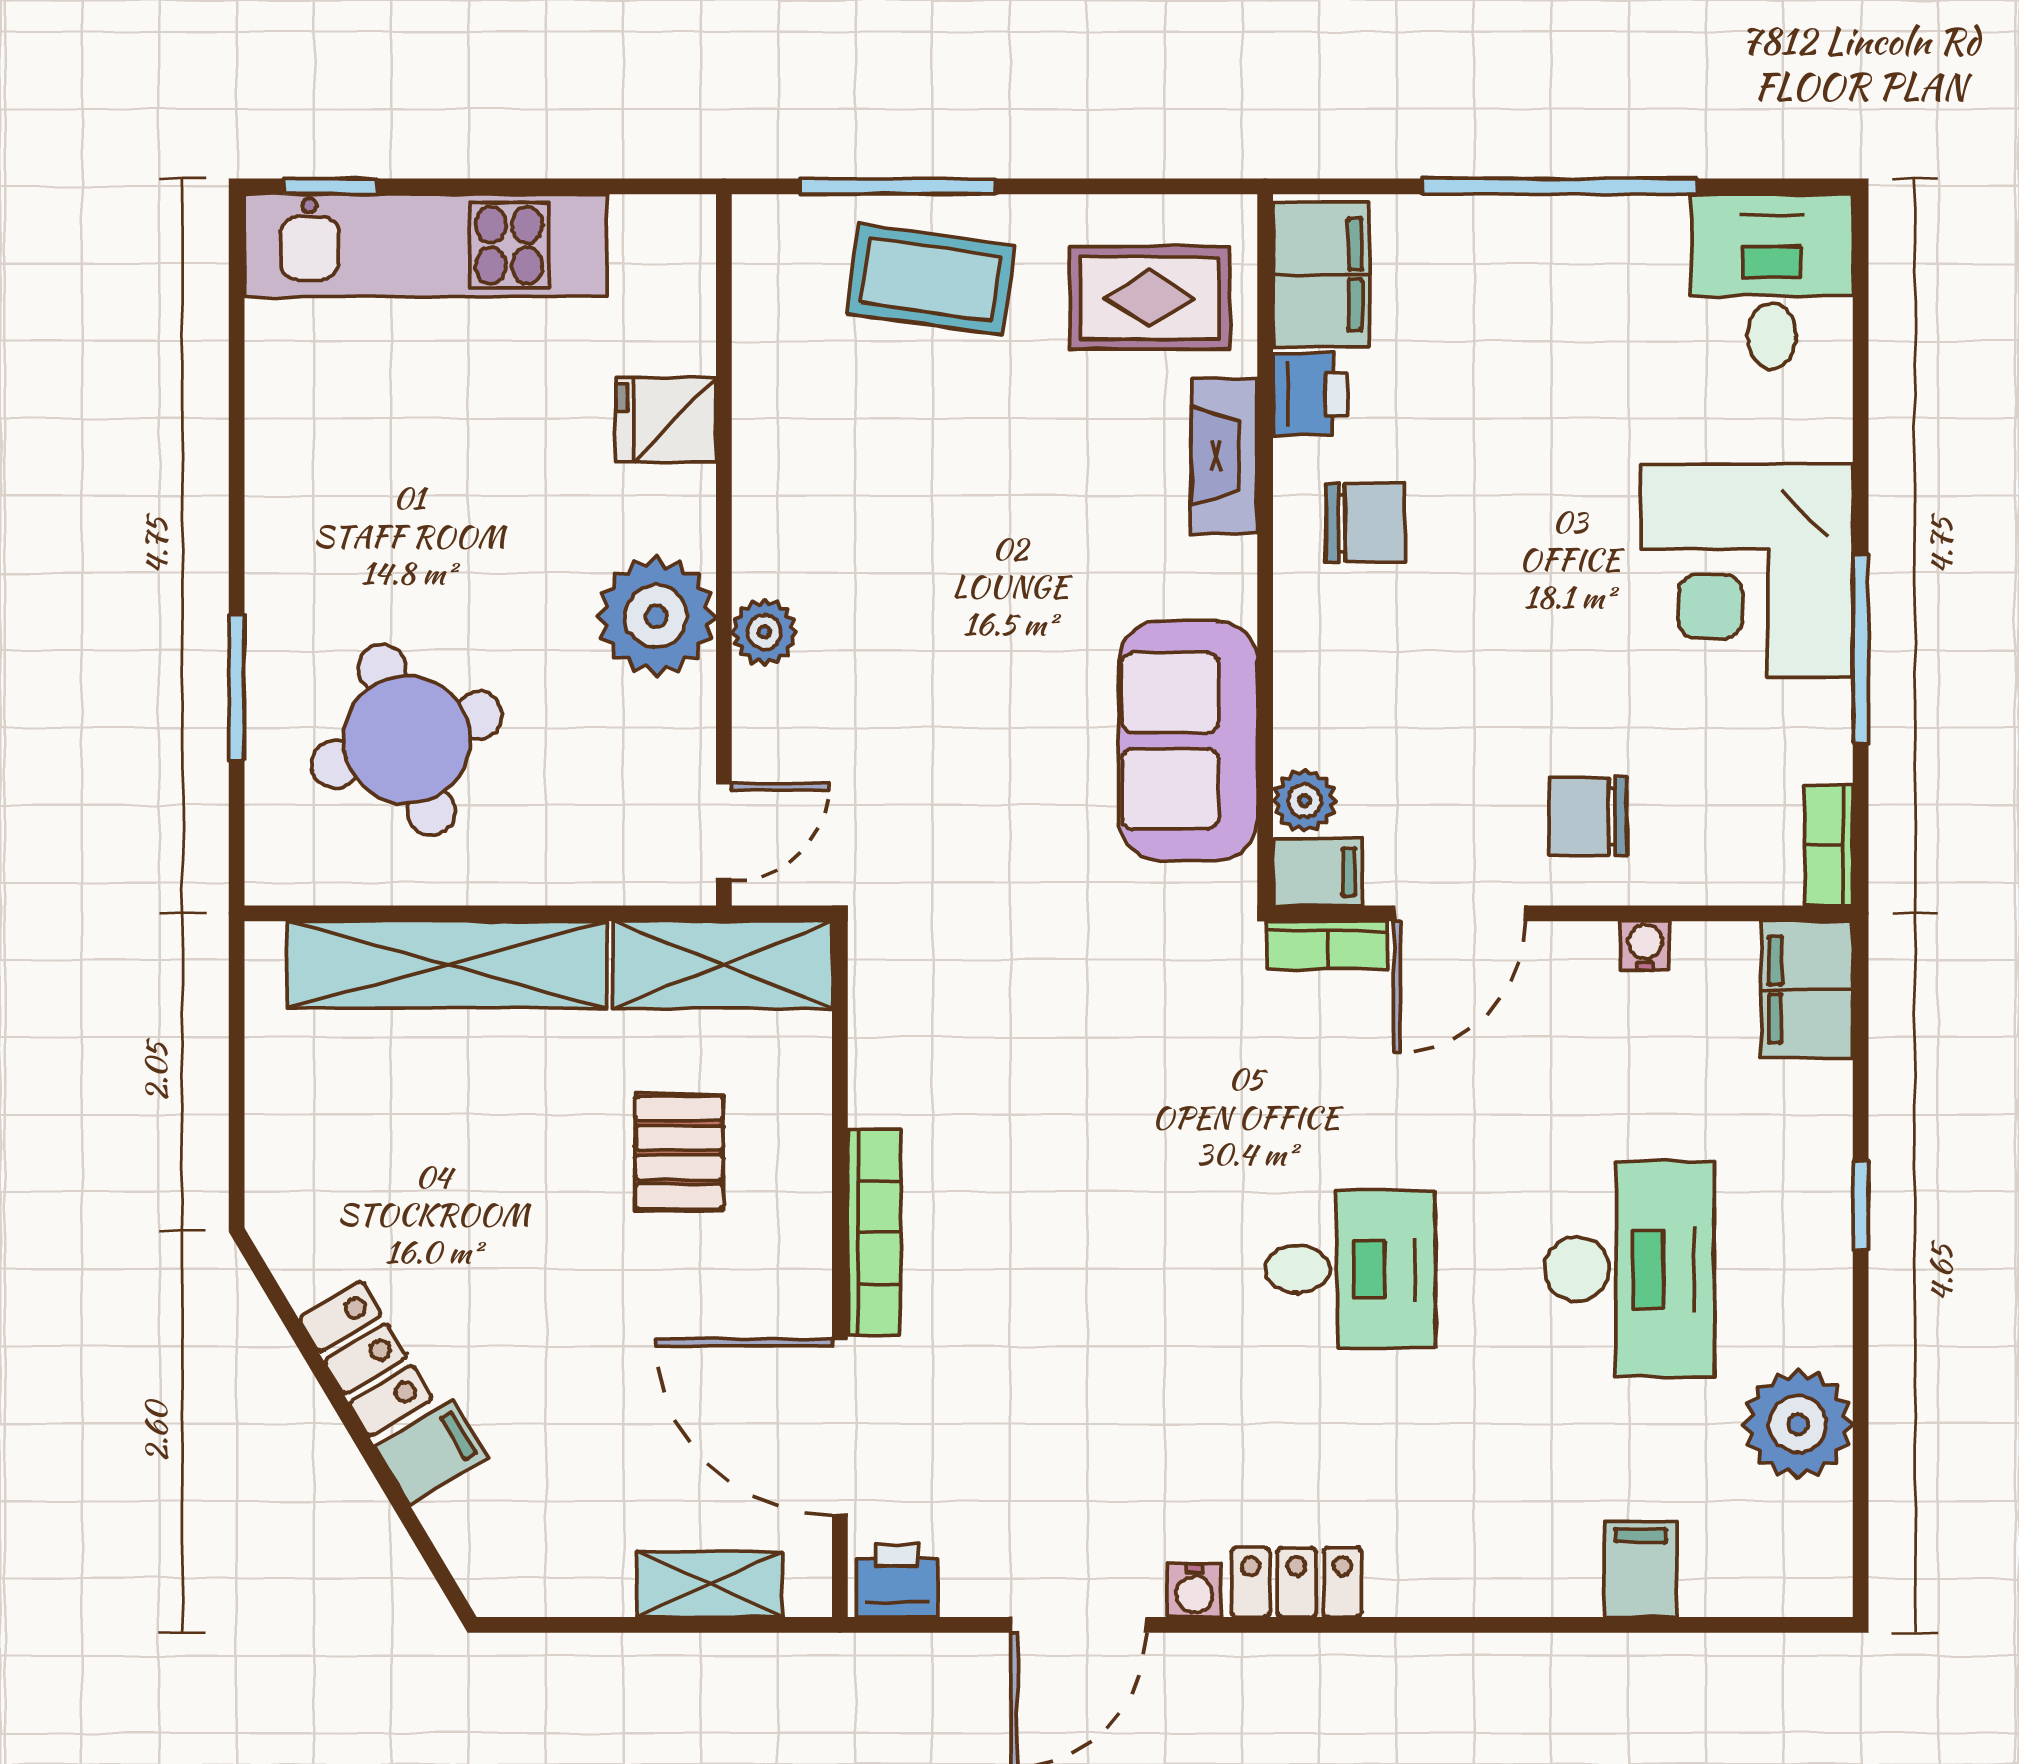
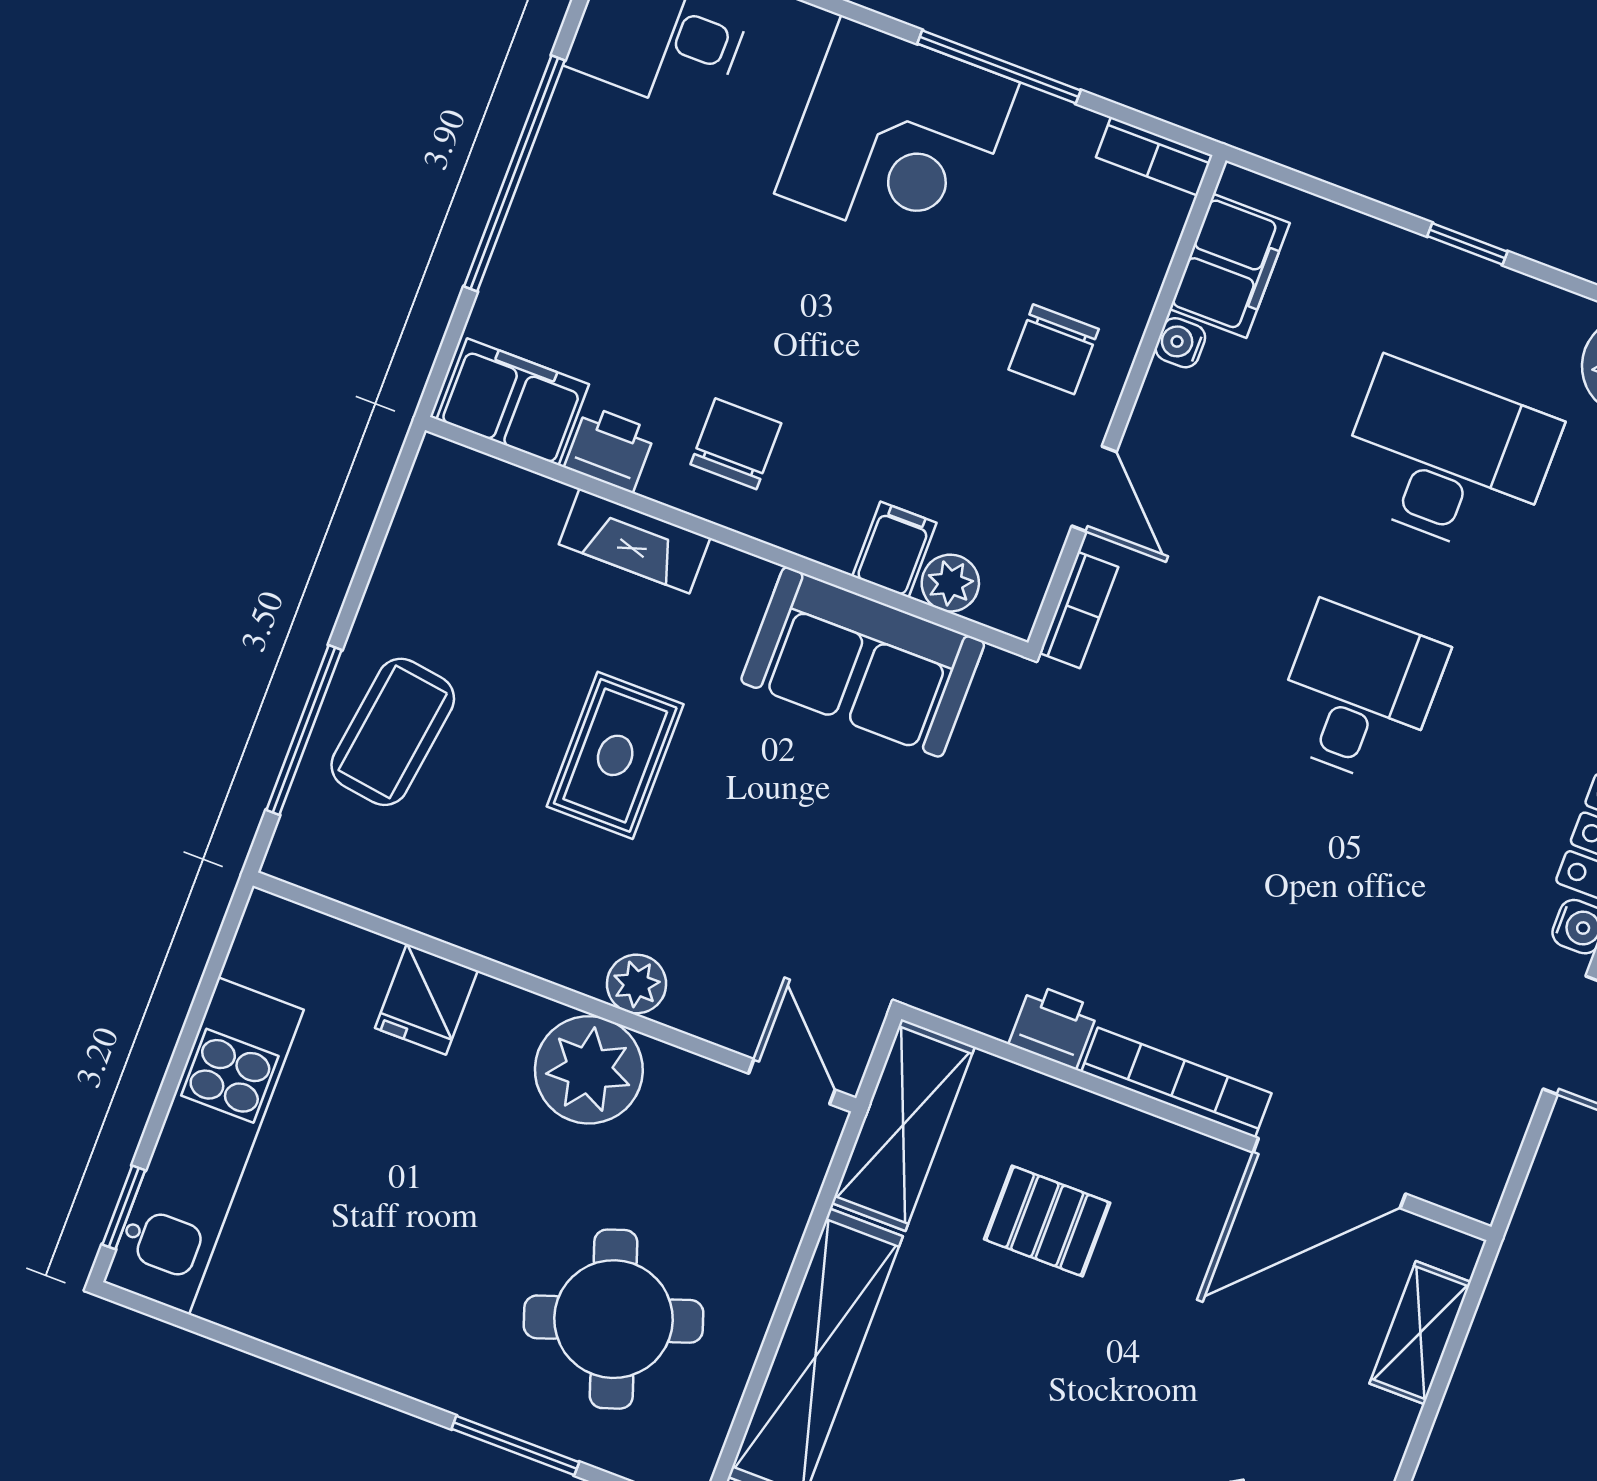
rug: (1149, 298) -> (615, 755), moved
filing cabinet: (1318, 872) -> (894, 550), moved
door: (1459, 913) -> (1094, 489), width x0.73
filing cabinet: (1807, 990) -> (1230, 266), moved, turned -90
printer: (897, 1581) -> (1054, 1026), moved, turned 90

